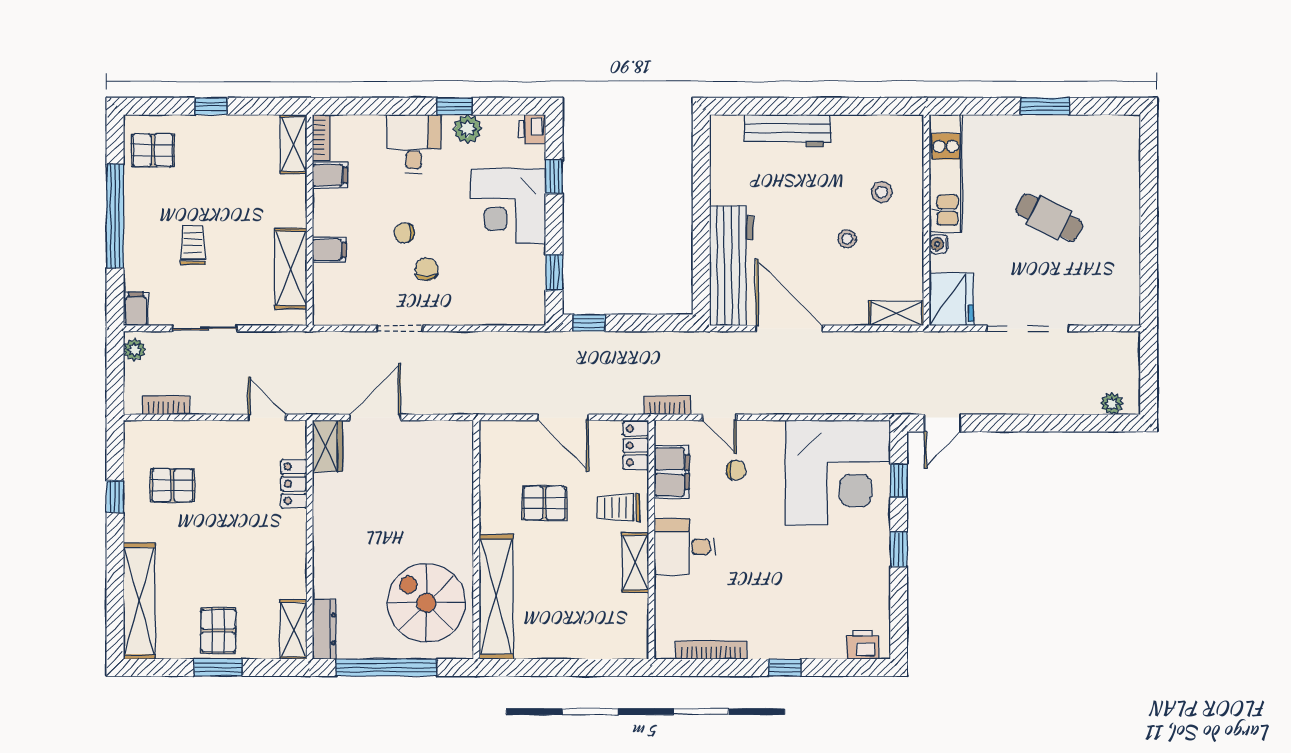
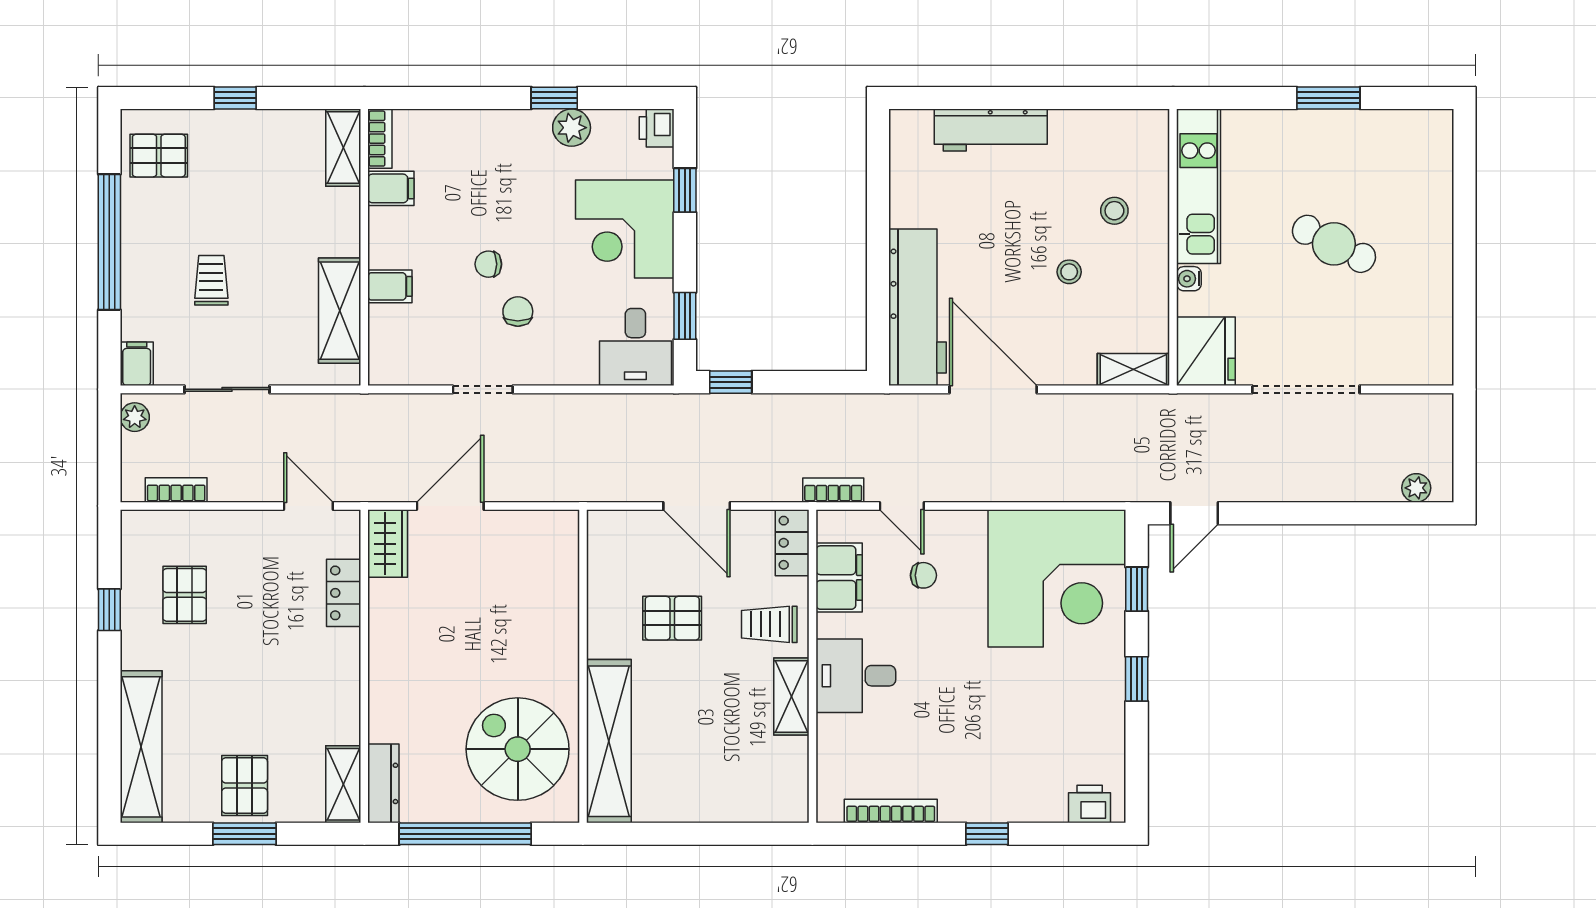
desk: (414, 144) -> (635, 347), moved, turned 180
pallet: (172, 485) -> (185, 595), turned 90

